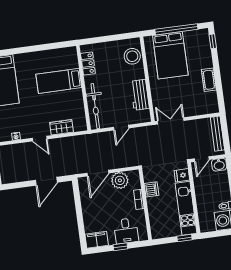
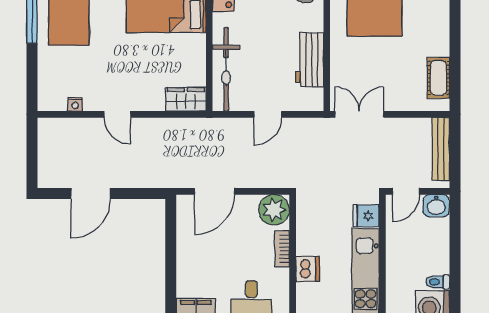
cot: (209, 80) -> (438, 78), moved
wardrobe: (62, 127) -> (186, 99), moved
plant: (120, 180) -> (274, 210), moved
door: (46, 181) -> (91, 193), moved
dishwasher: (151, 189) -> (308, 269), moved

